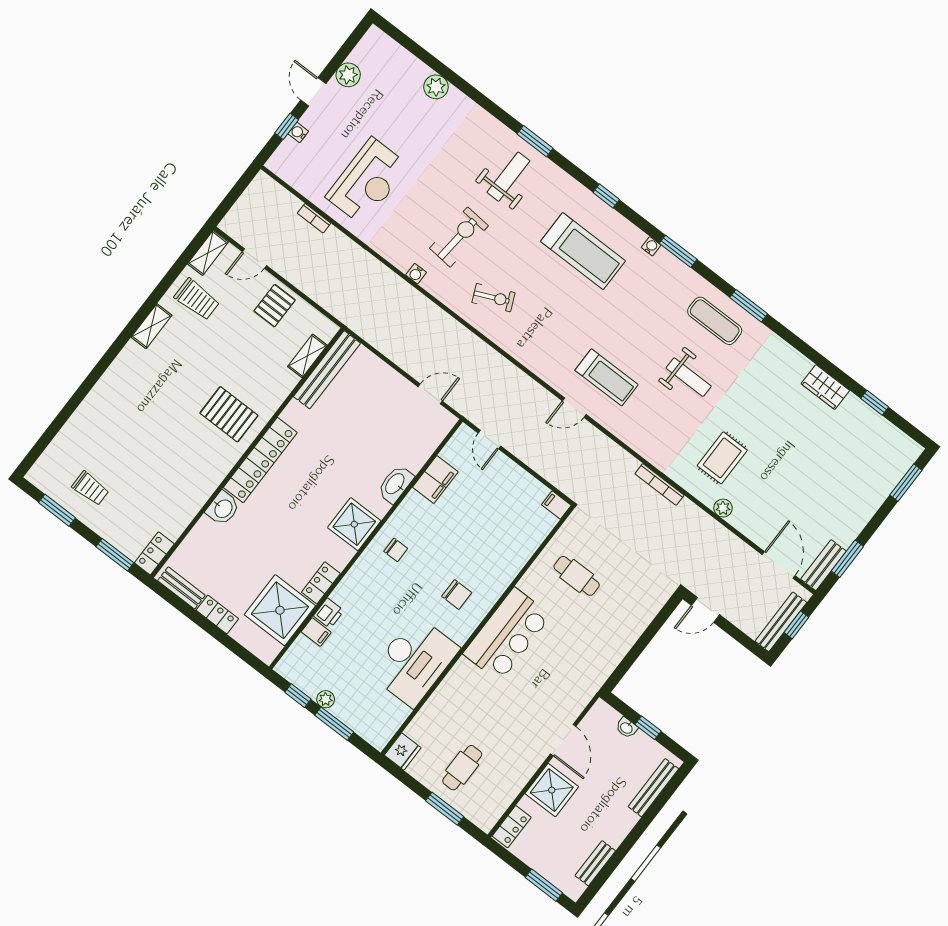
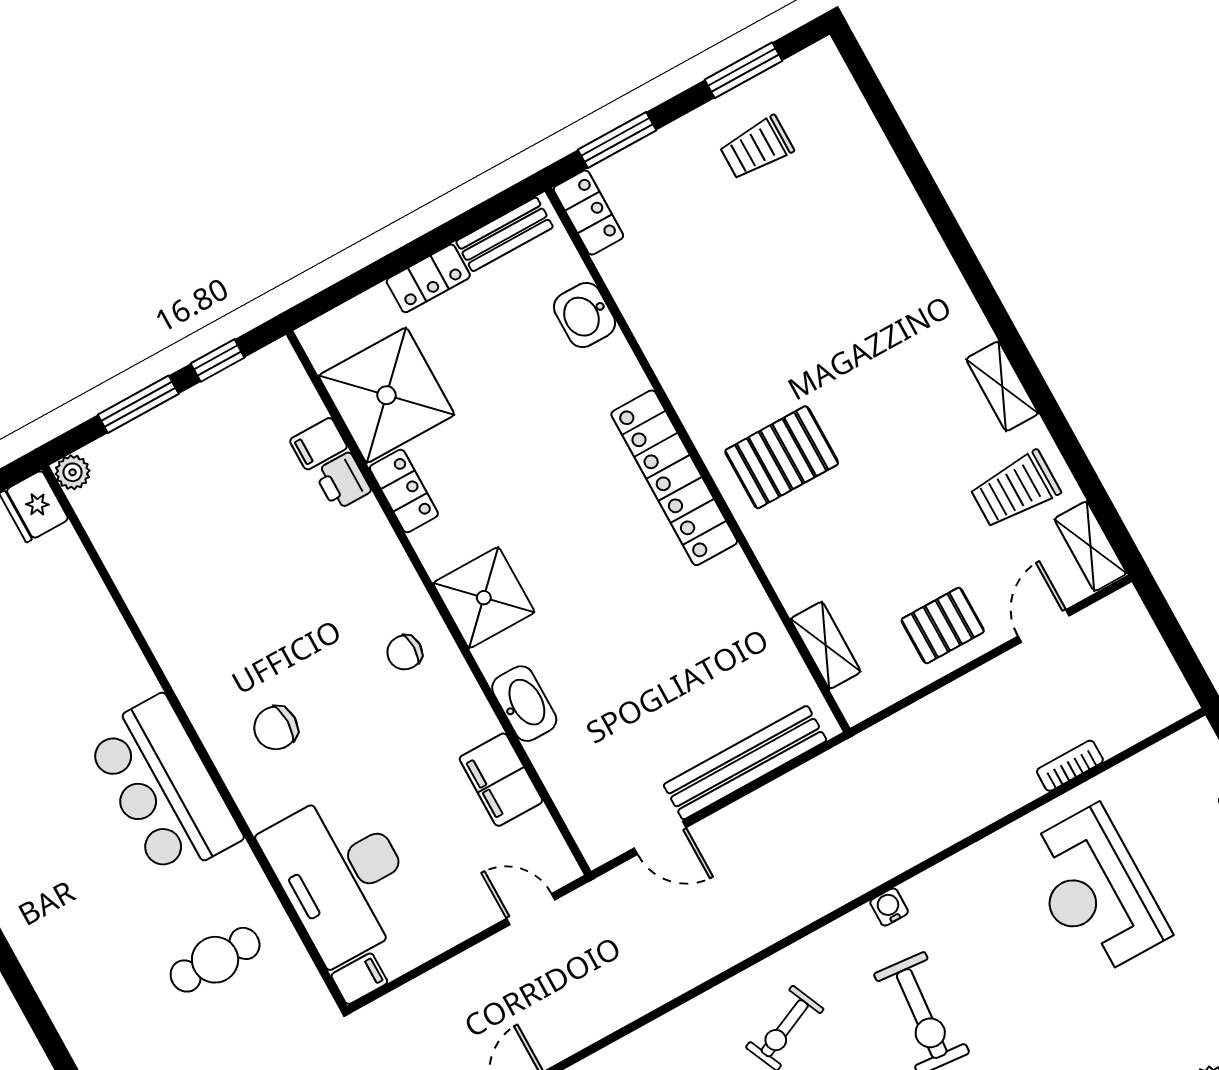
pallet: (275, 306) -> (943, 625), turned 90
bench: (327, 370) -> (745, 763), moved, turned 90
door: (430, 394) -> (660, 838), hinge flipped
washbasin: (223, 508) -> (584, 315), moved
desk: (414, 661) -> (342, 876), moved
plant: (326, 699) -> (73, 472), moved

